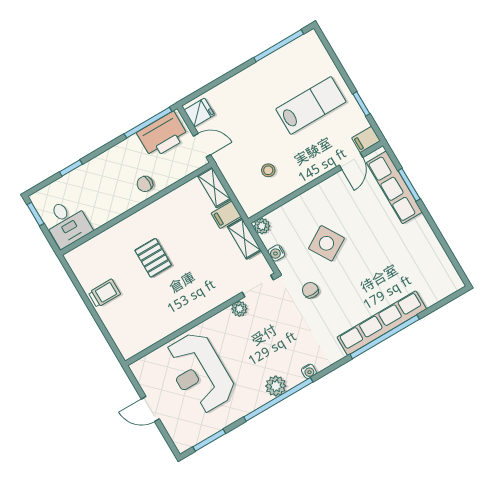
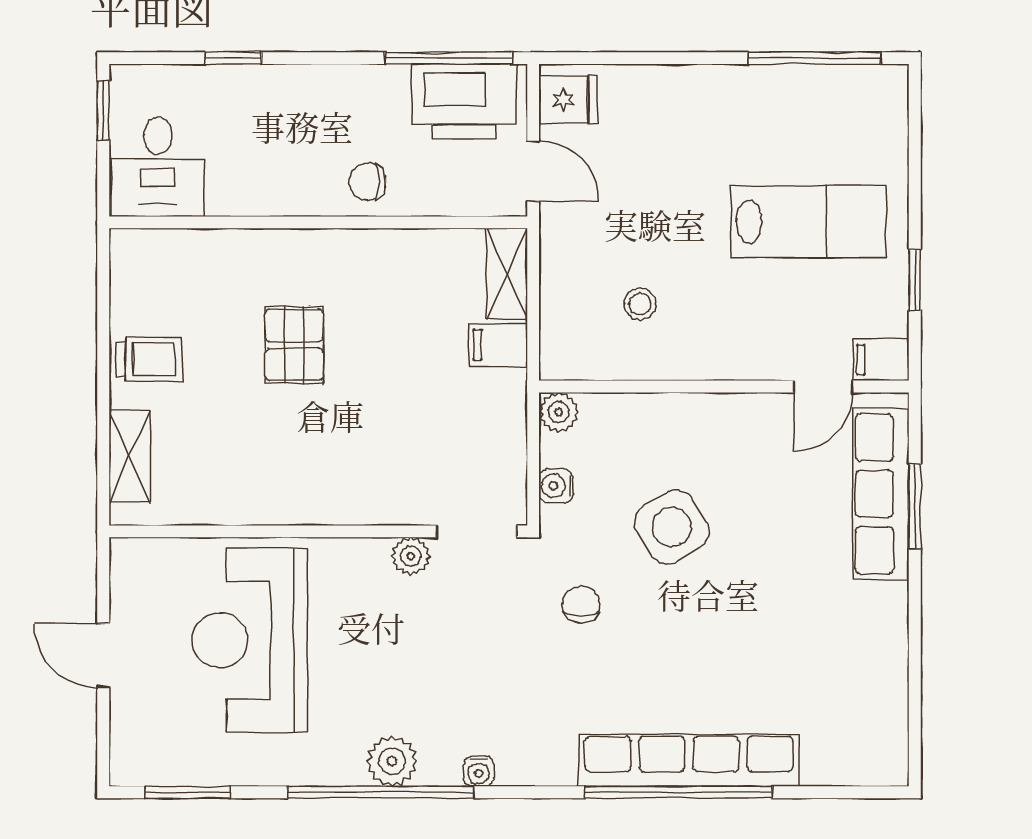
shelving: (244, 239) -> (130, 456), moved

